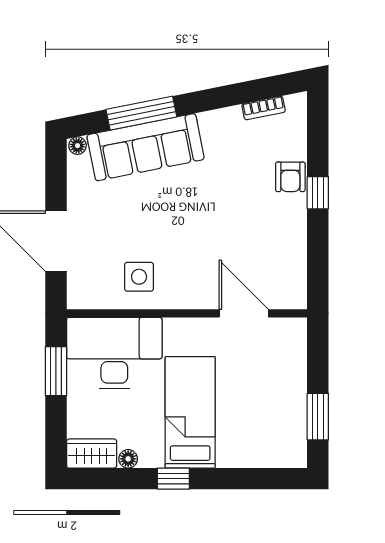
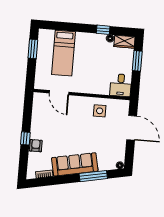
sofa: (146, 147) -> (75, 164), moved
desk: (114, 353) -> (121, 85), width x0.53, depth x0.77
window: (56, 371) -> (137, 61), moved
bed: (190, 412) -> (63, 53), moved
window: (173, 479) -> (103, 30), moved

